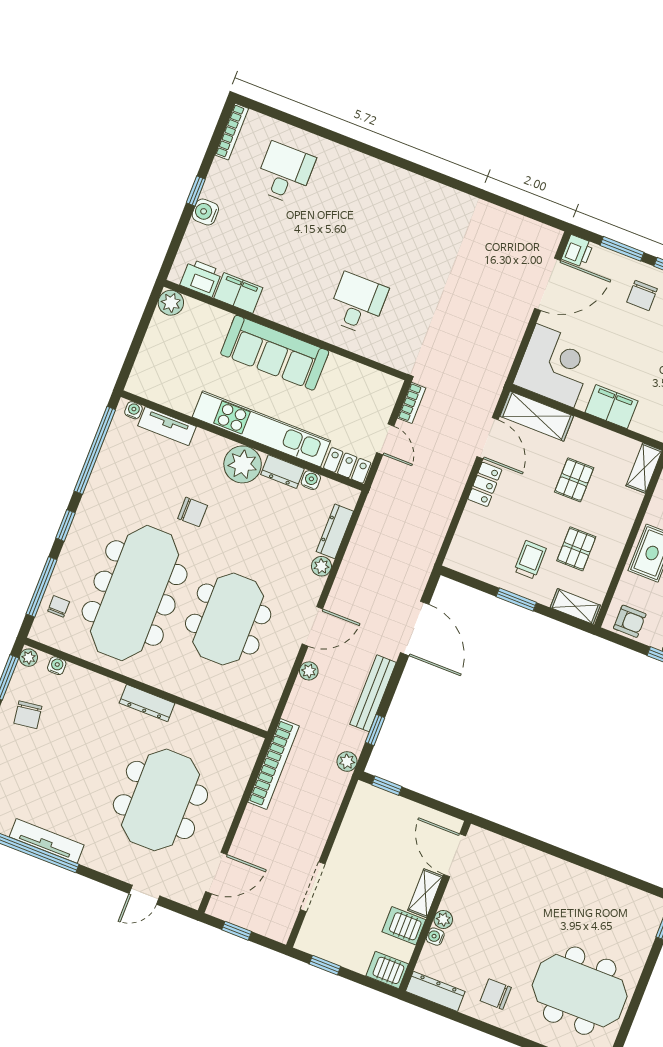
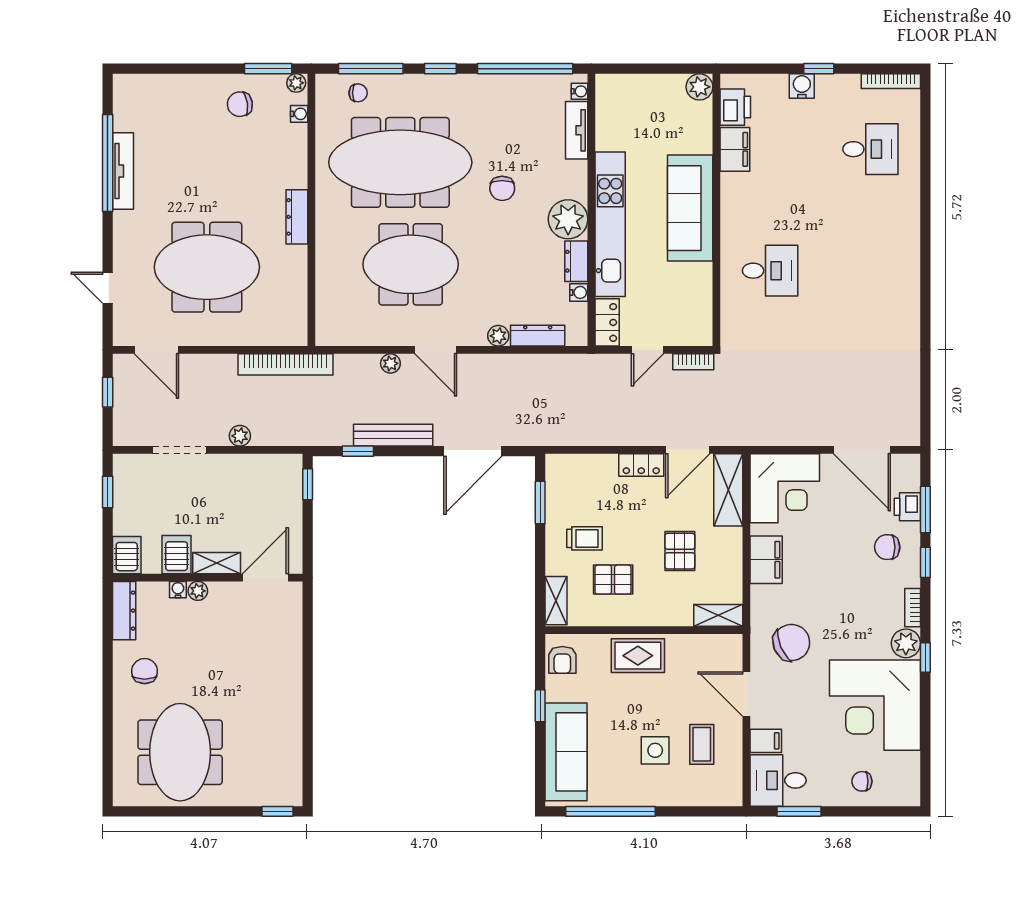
printer: (577, 251) -> (907, 507), moved, turned 90
pallet: (574, 480) -> (680, 551), turned 90
window: (516, 599) -> (540, 502), moved
plant: (347, 761) -> (240, 436), moved

